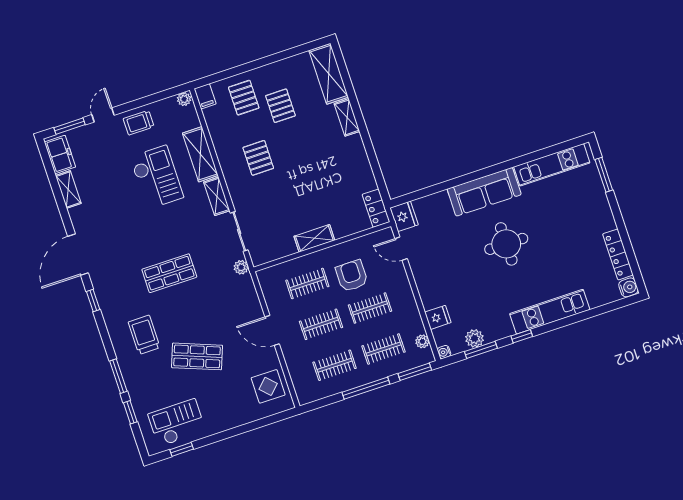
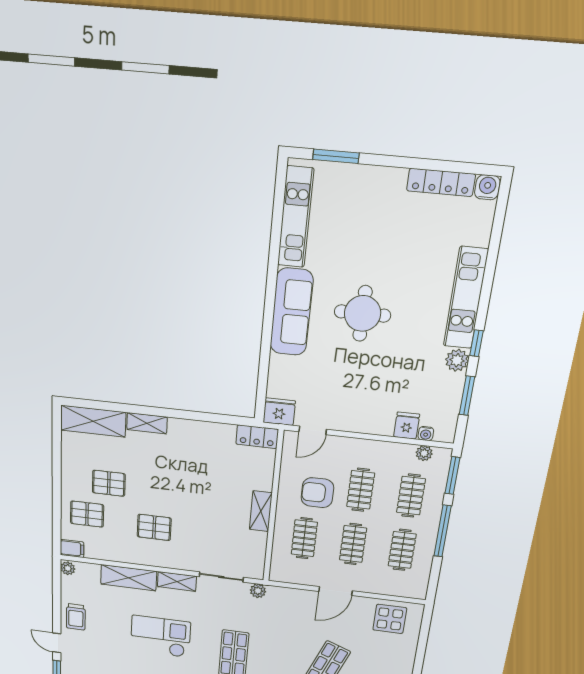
checkout: (157, 177) -> (160, 637), moved
plant: (475, 338) -> (457, 360), moved
water cooler: (444, 352) -> (426, 434), moved

